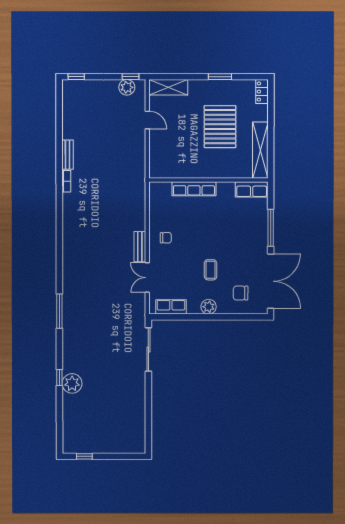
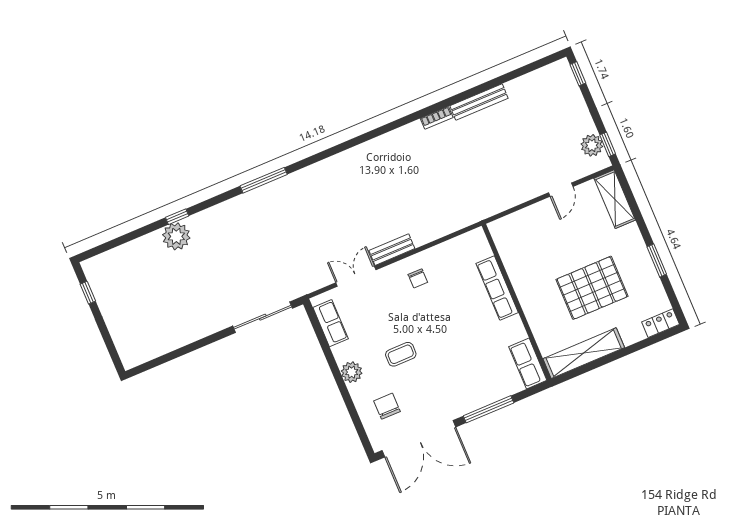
bench: (67, 155) -> (479, 102), width x1.36

